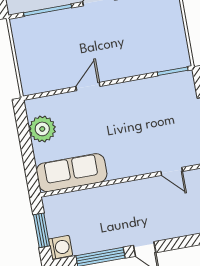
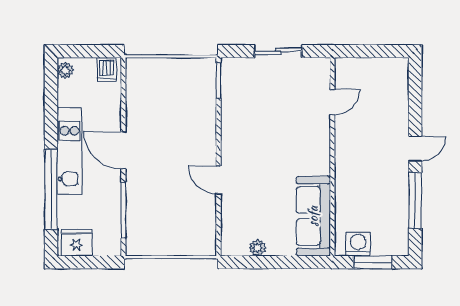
plant: (42, 129) -> (258, 248), width x0.53, depth x0.53
washing machine: (61, 247) -> (358, 244), moved

